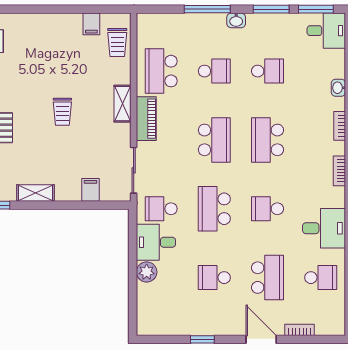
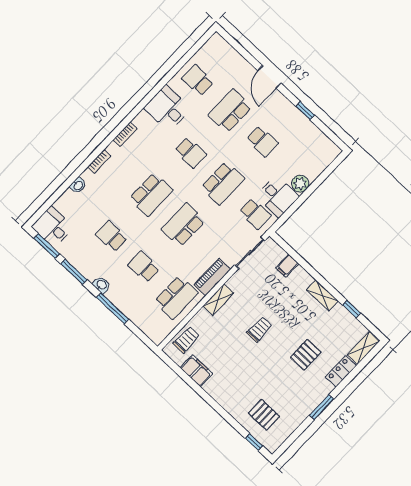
filing cabinet: (91, 24) -> (196, 371), width x2.00
bookcase: (299, 330) -> (241, 61), removed

